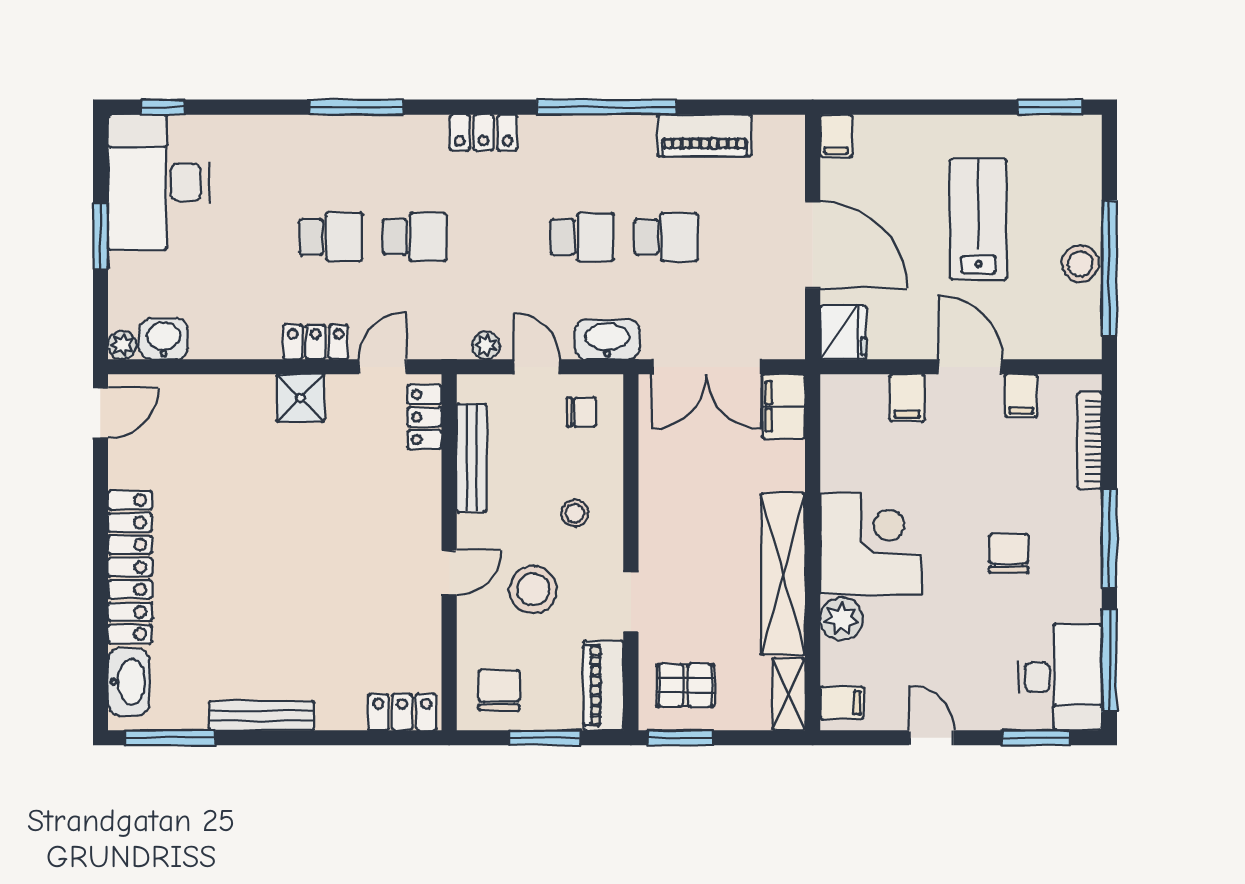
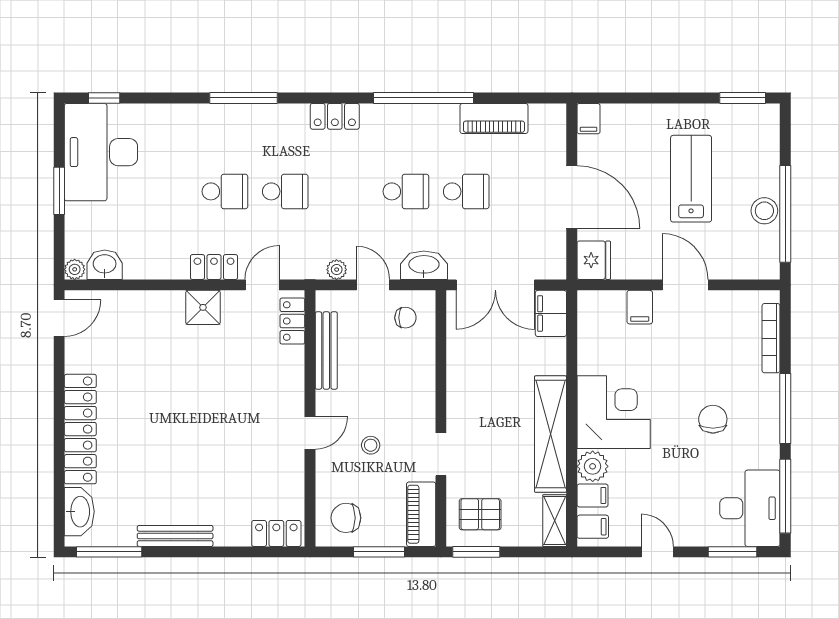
filing cabinet: (1021, 396) -> (593, 495), moved, turned -90
stool: (575, 513) -> (401, 390), removed
stool: (533, 589) -> (371, 445), width x0.53, depth x0.53
chair: (499, 691) -> (346, 518), turned -90

